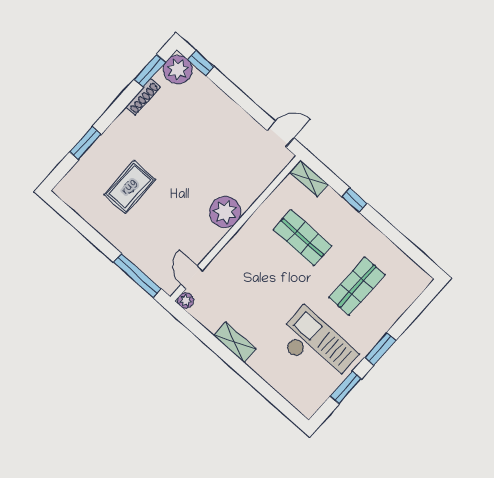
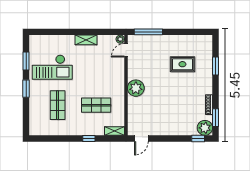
rug: (130, 187) -> (182, 64), turned 90
door: (192, 277) -> (126, 50), swing flipped

